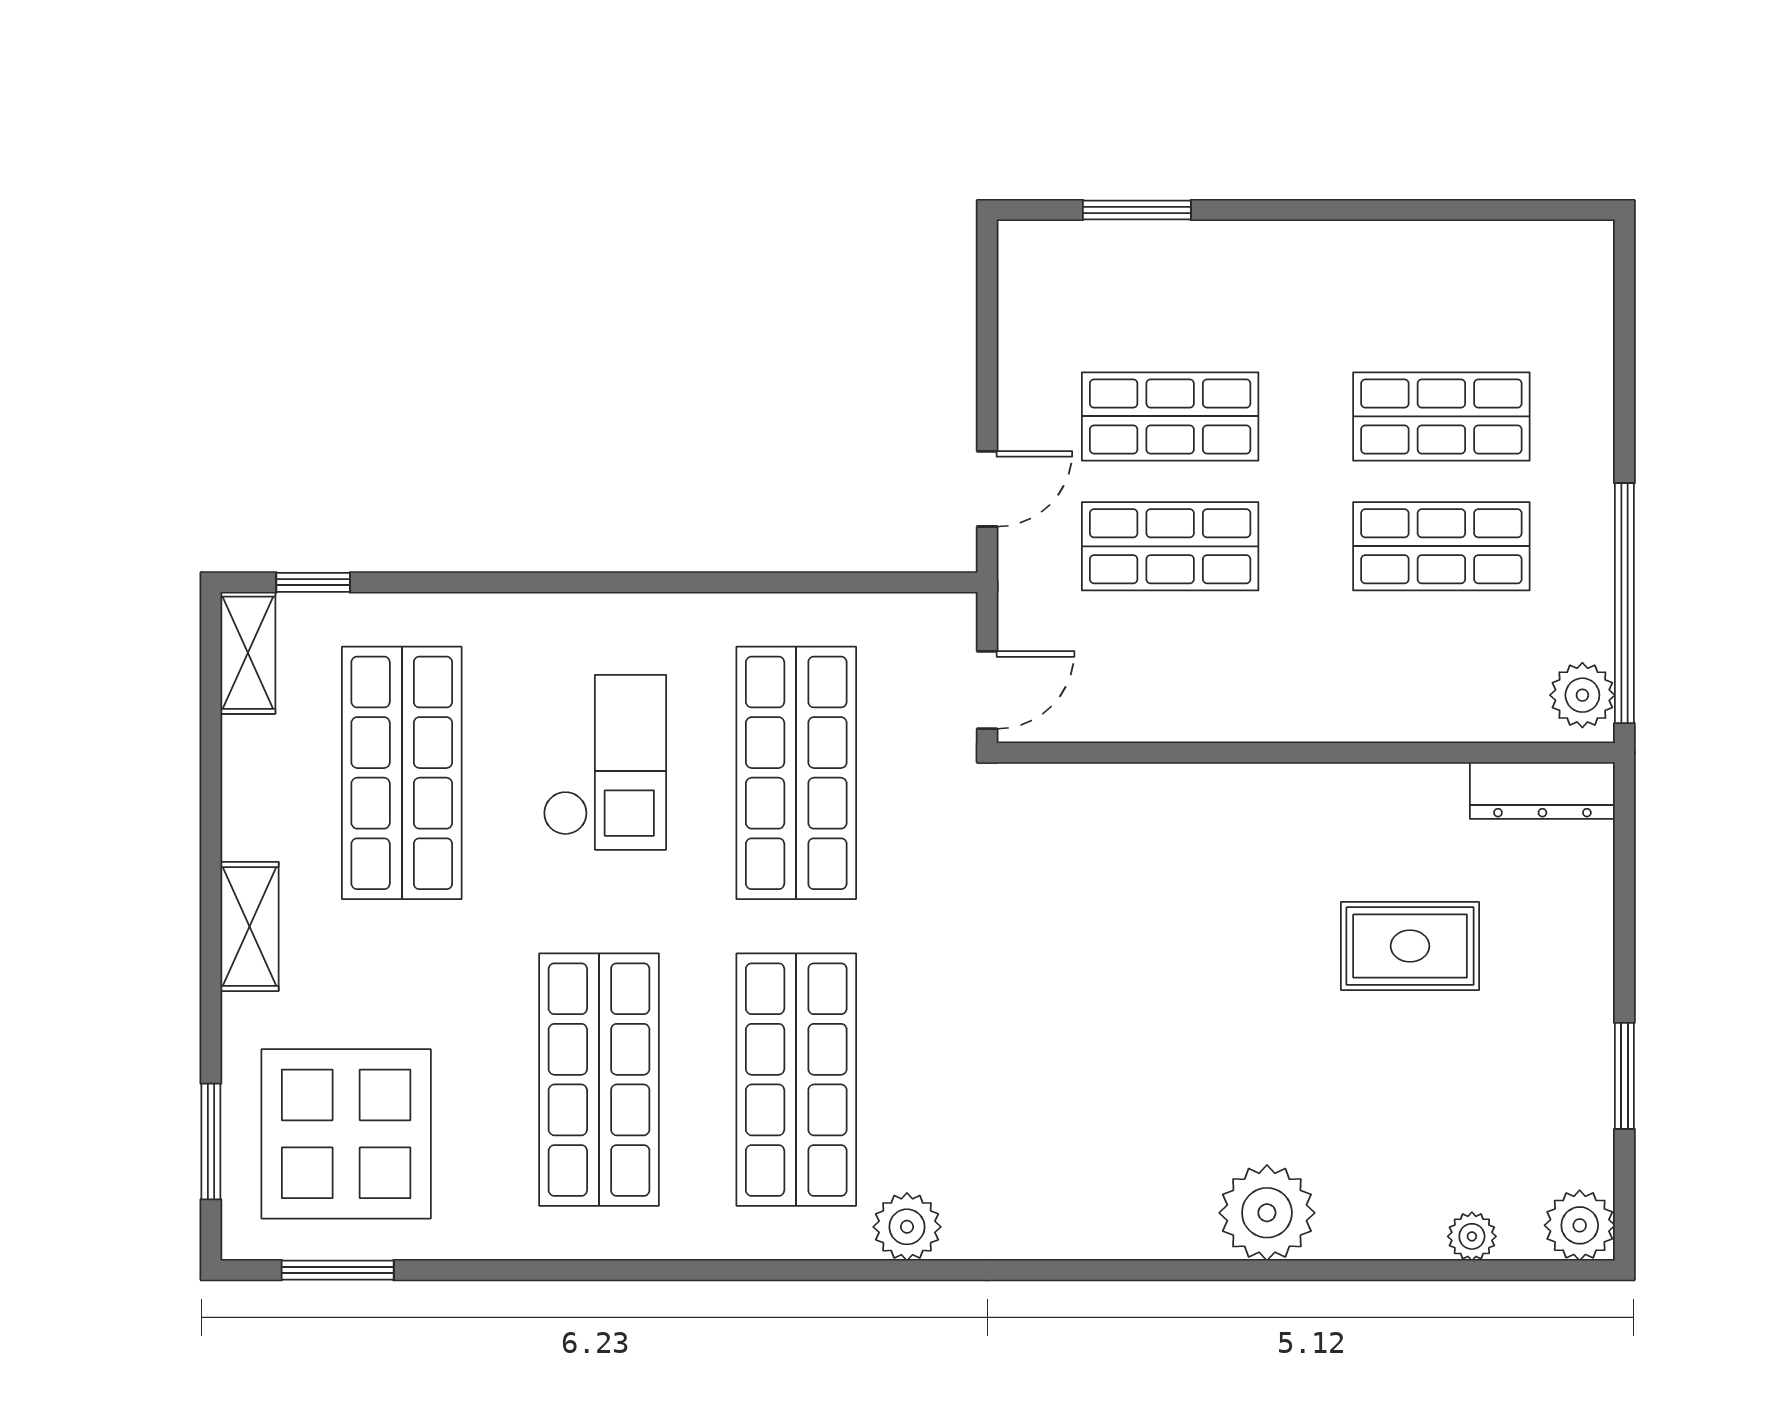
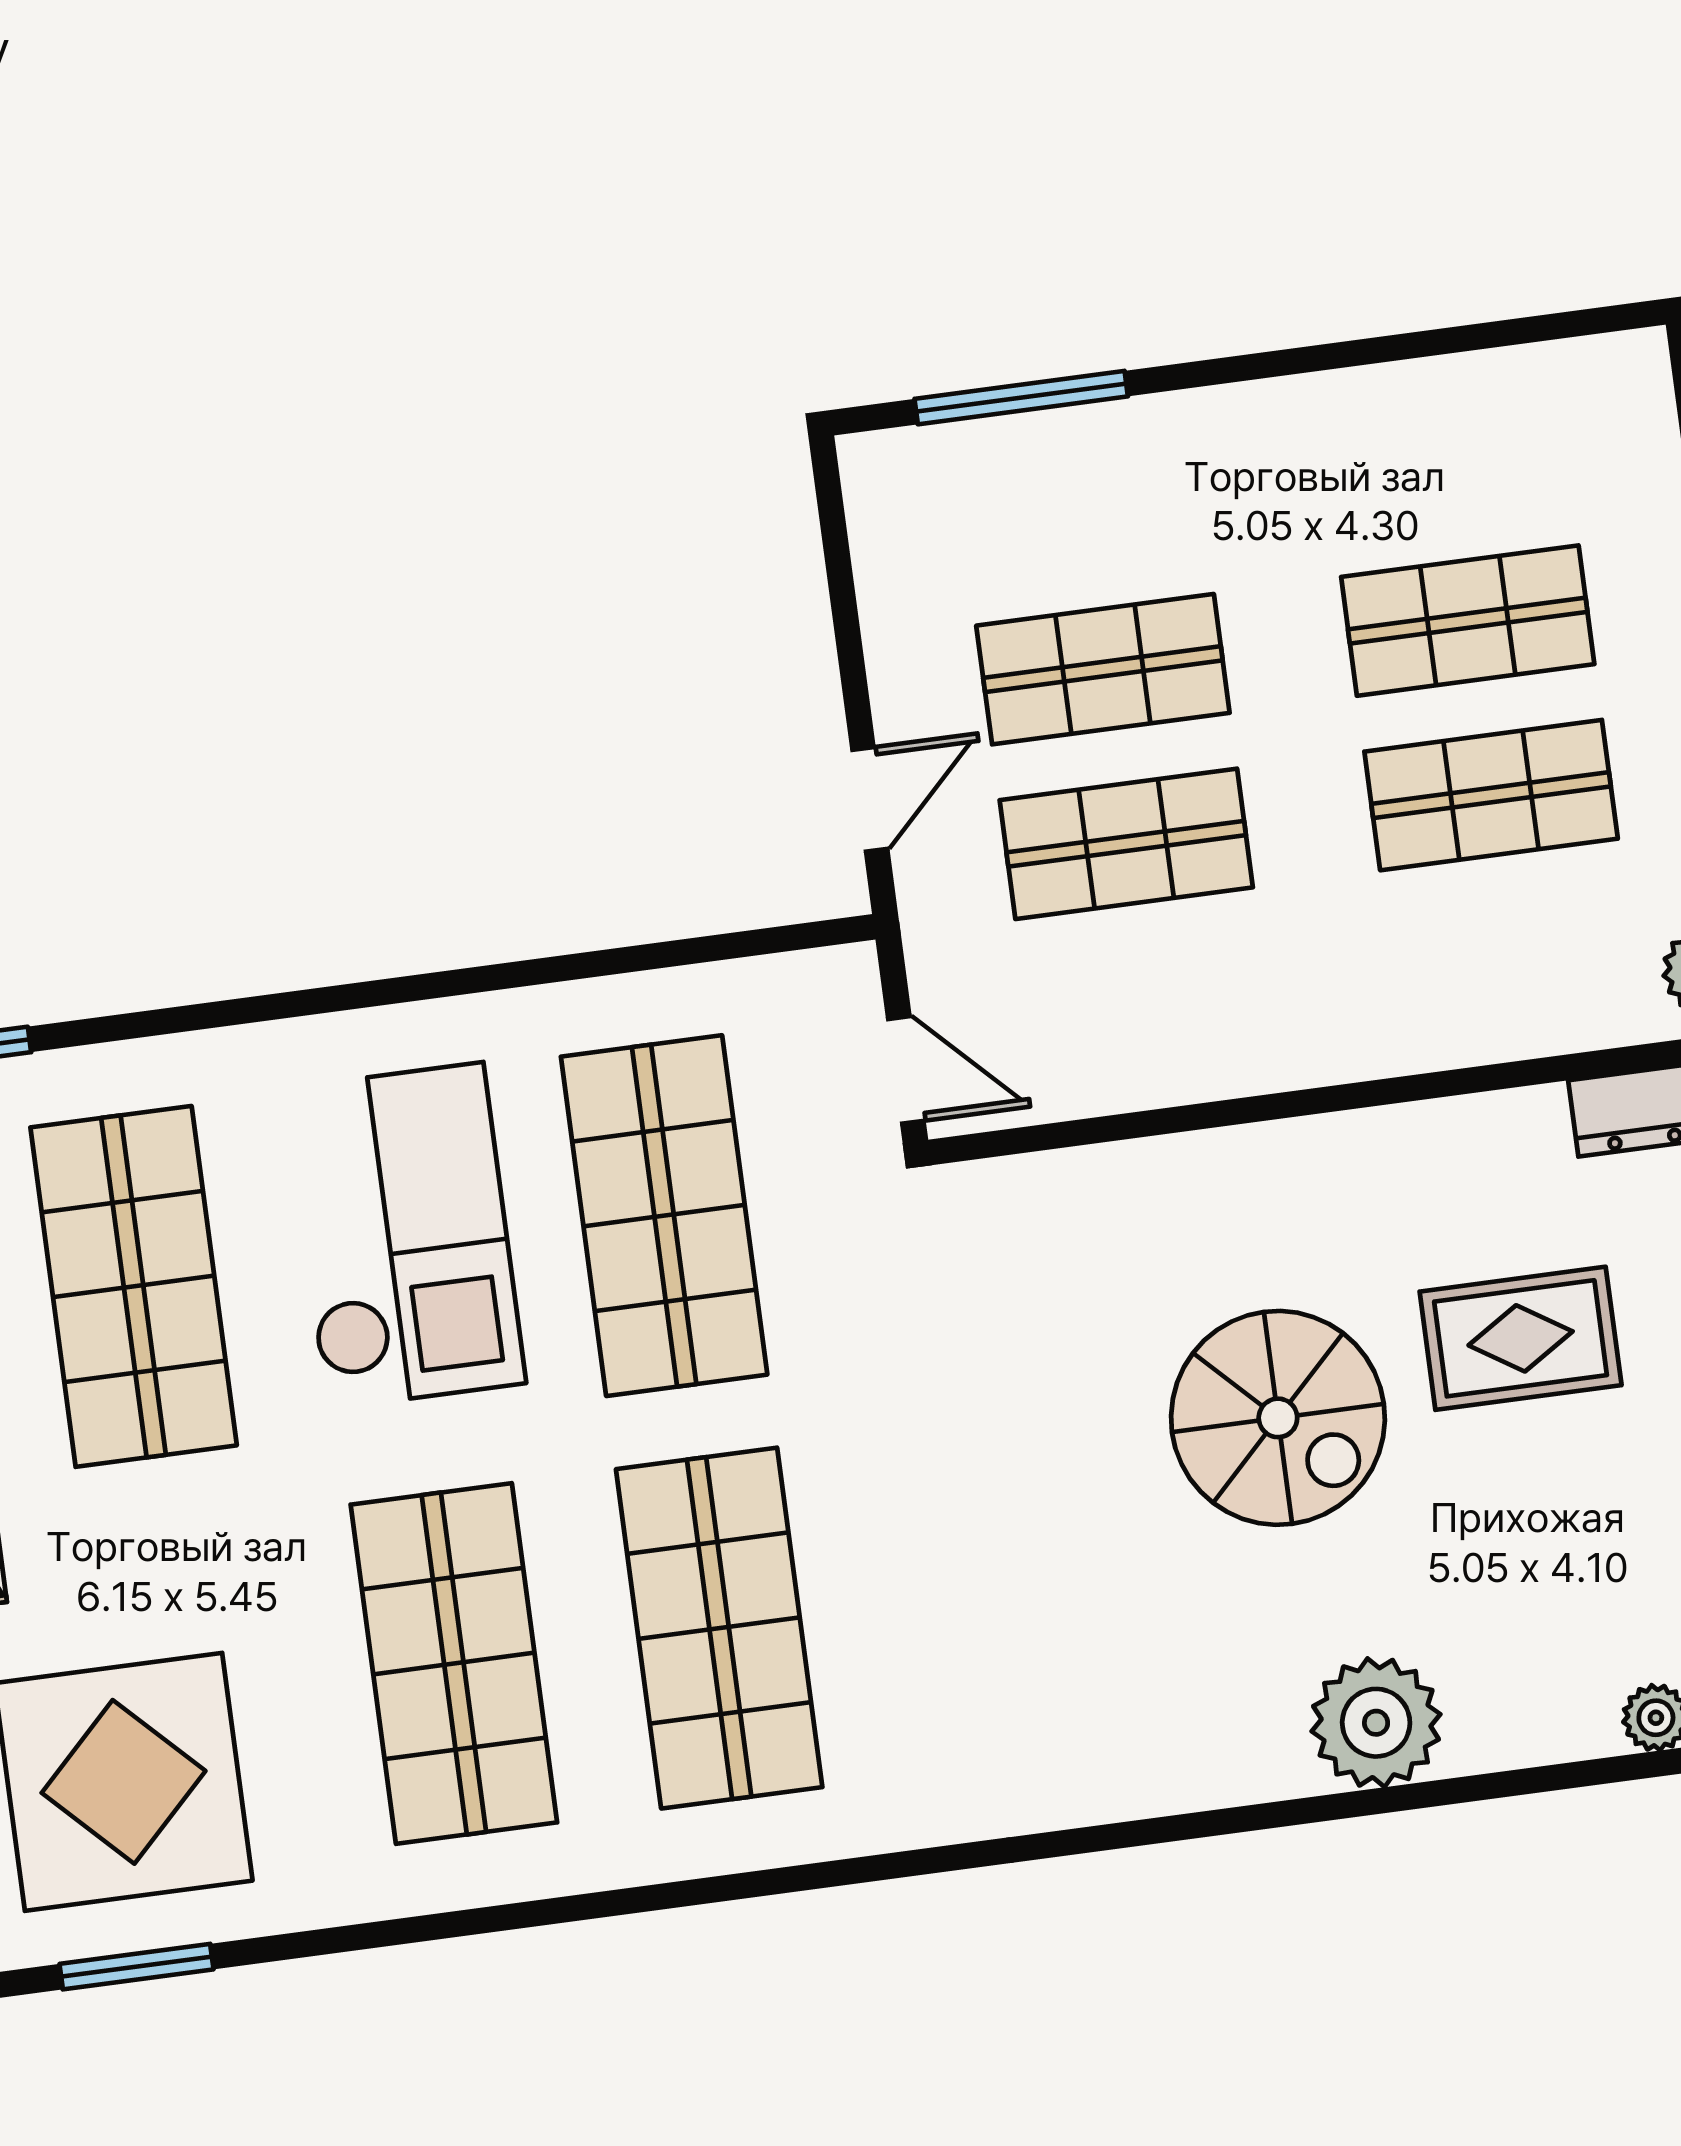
window: (1137, 210) -> (1021, 398), width x1.44
door: (987, 690) -> (906, 1070), hinge flipped
checkout: (605, 762) -> (405, 1236), width x1.36, depth x1.21
spiral stairs: (1225, 981) -> (1278, 1418), added
plant: (907, 1227) -> (894, 1806), removed

